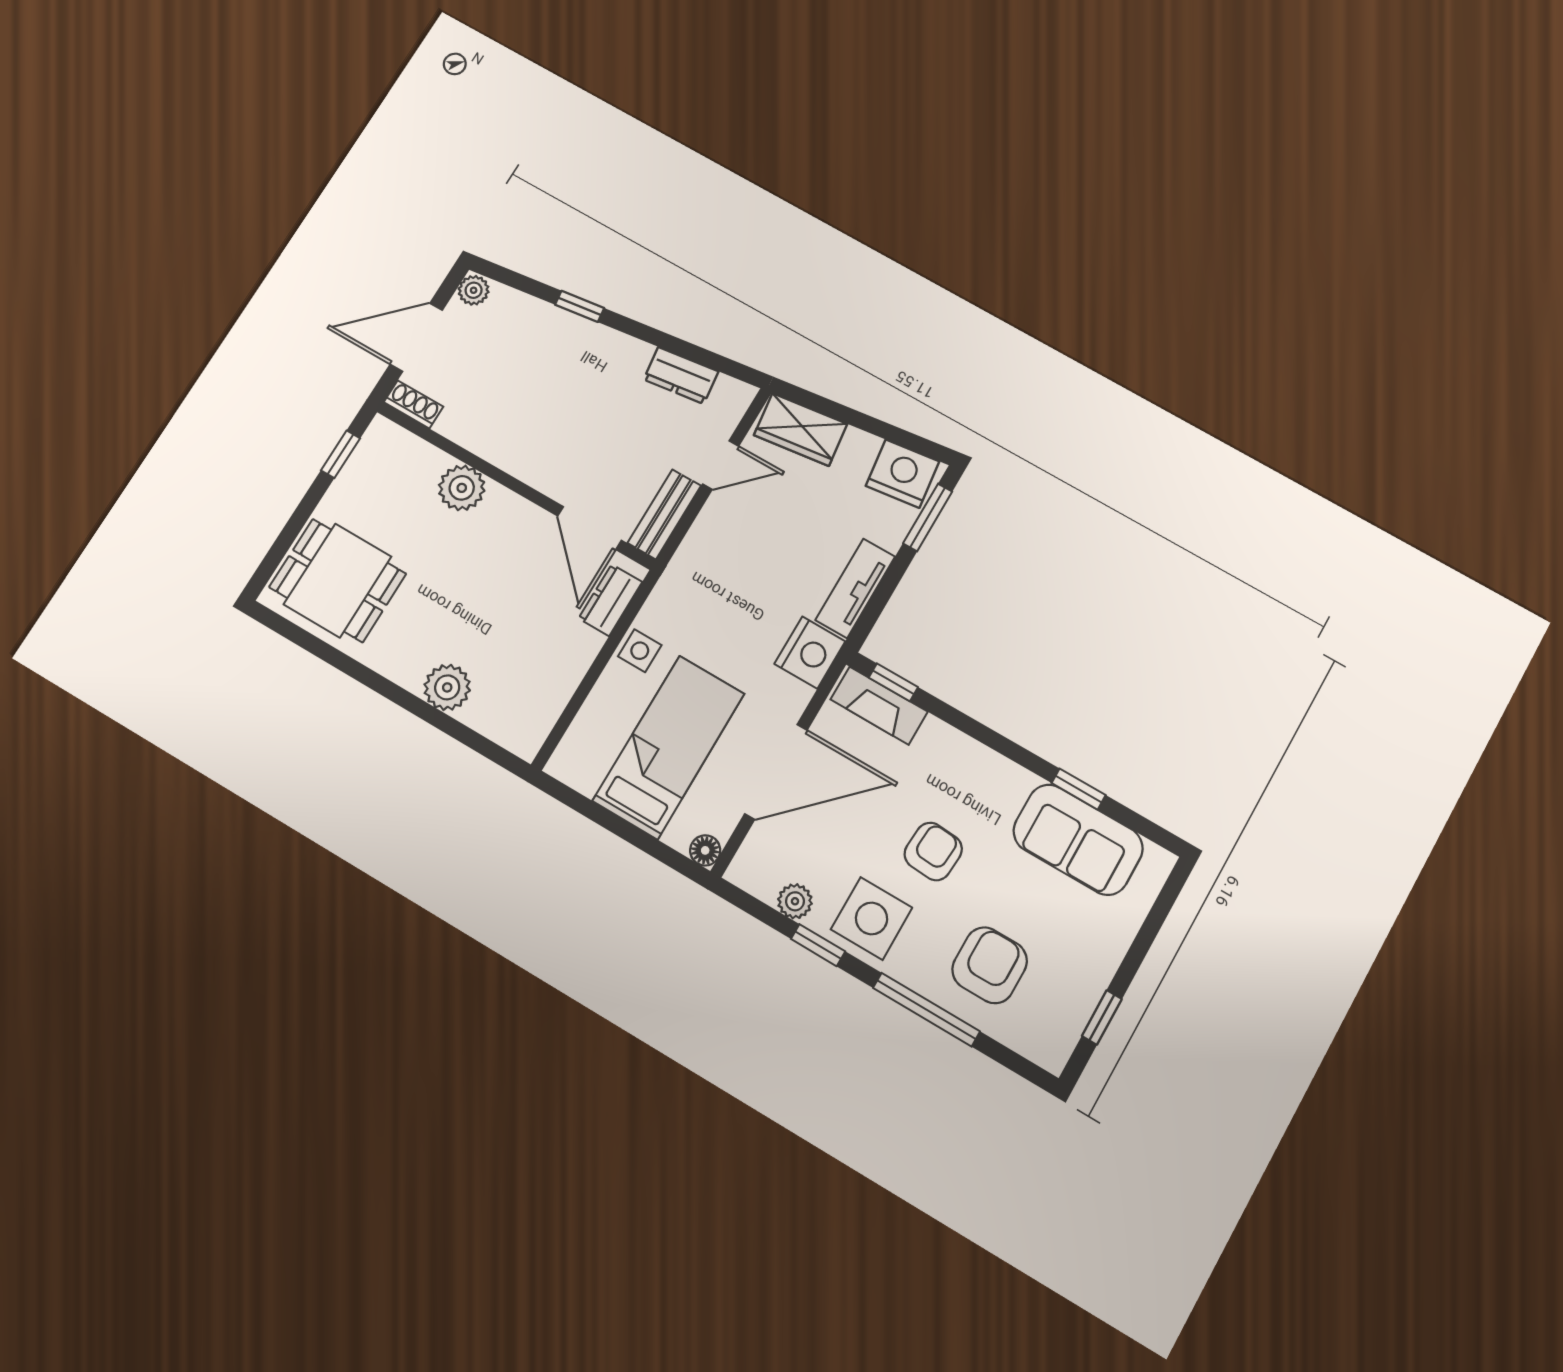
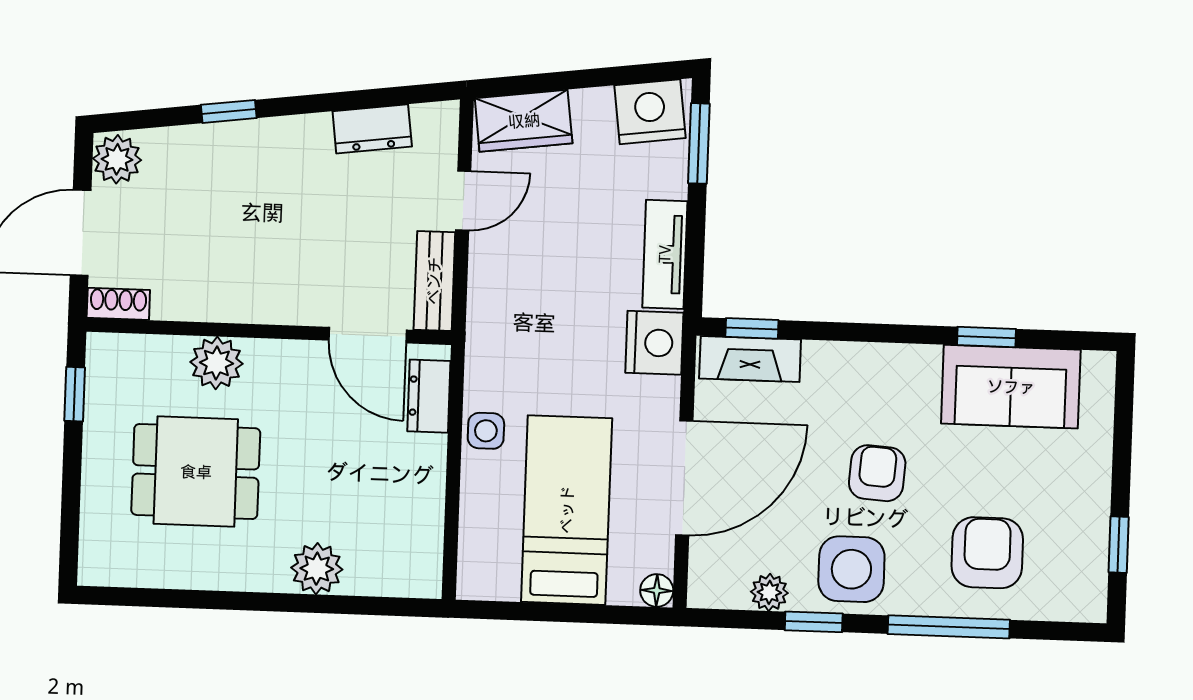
plant: (474, 290) -> (117, 159), width x1.38, depth x1.38
dining table: (338, 580) -> (196, 472), moved

